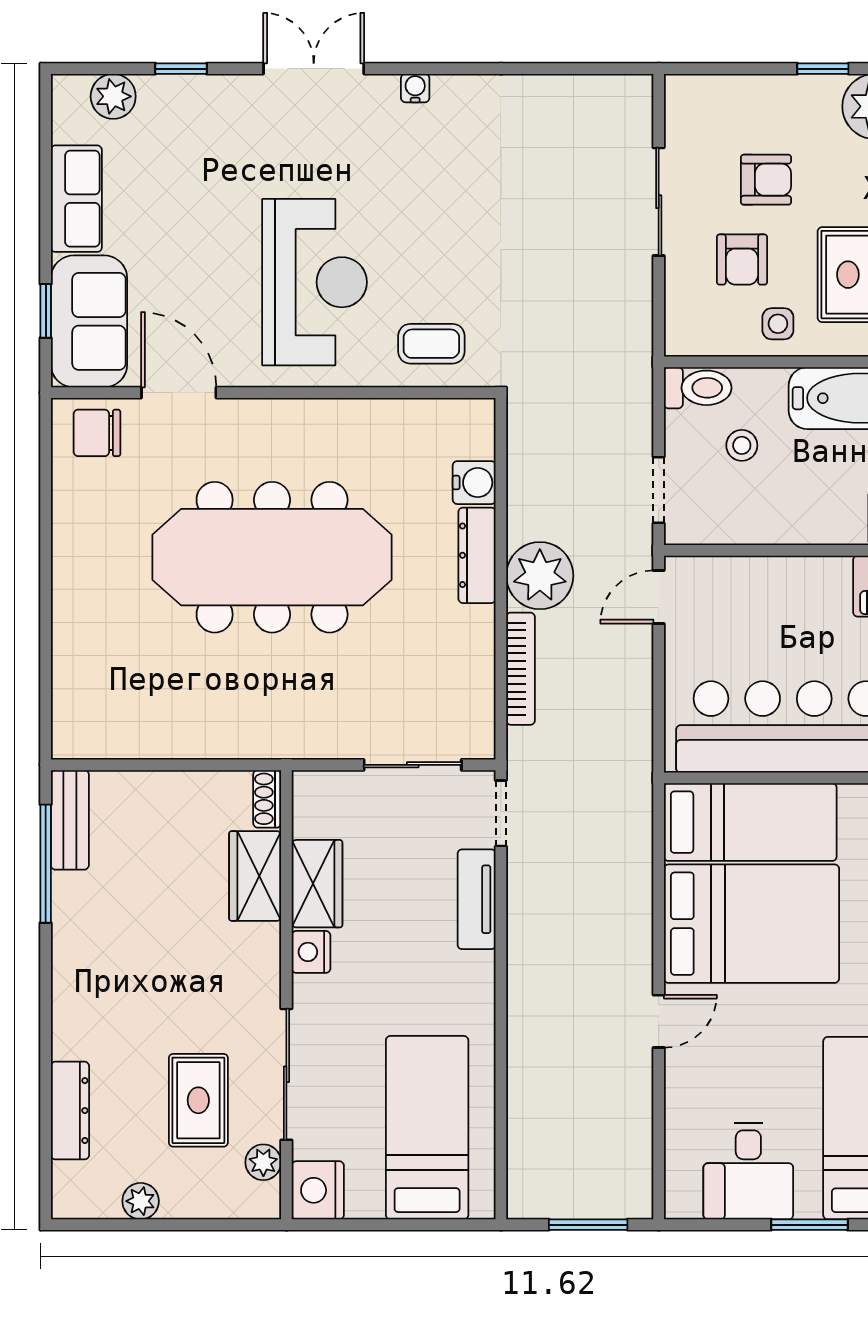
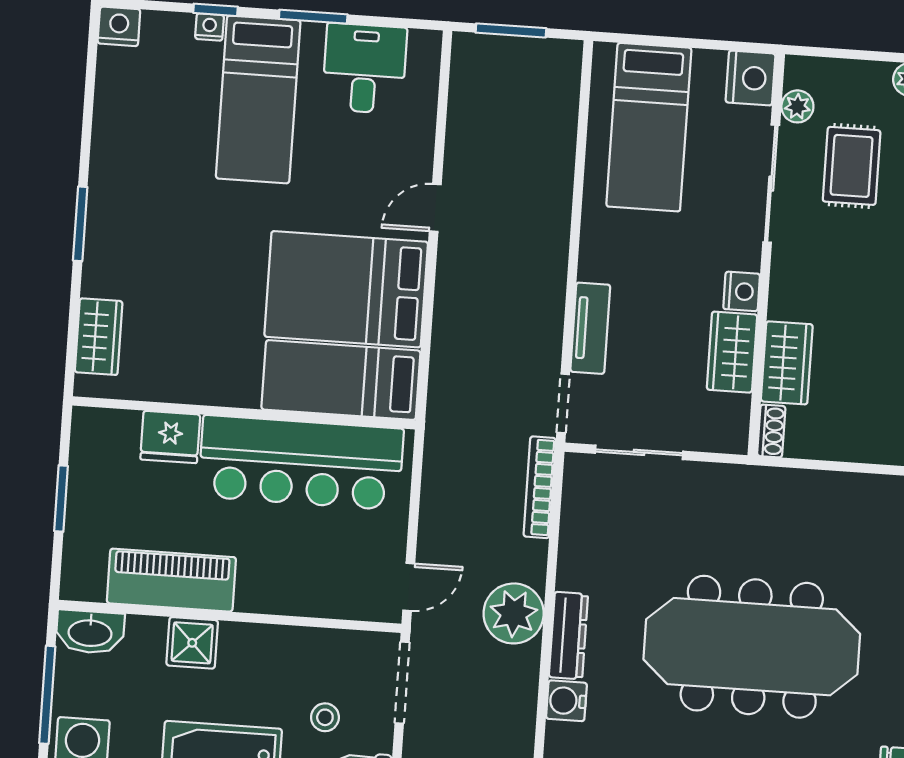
doorway: (659, 490) -> (402, 683), width x1.38
bookcase: (521, 669) -> (540, 487), moved

